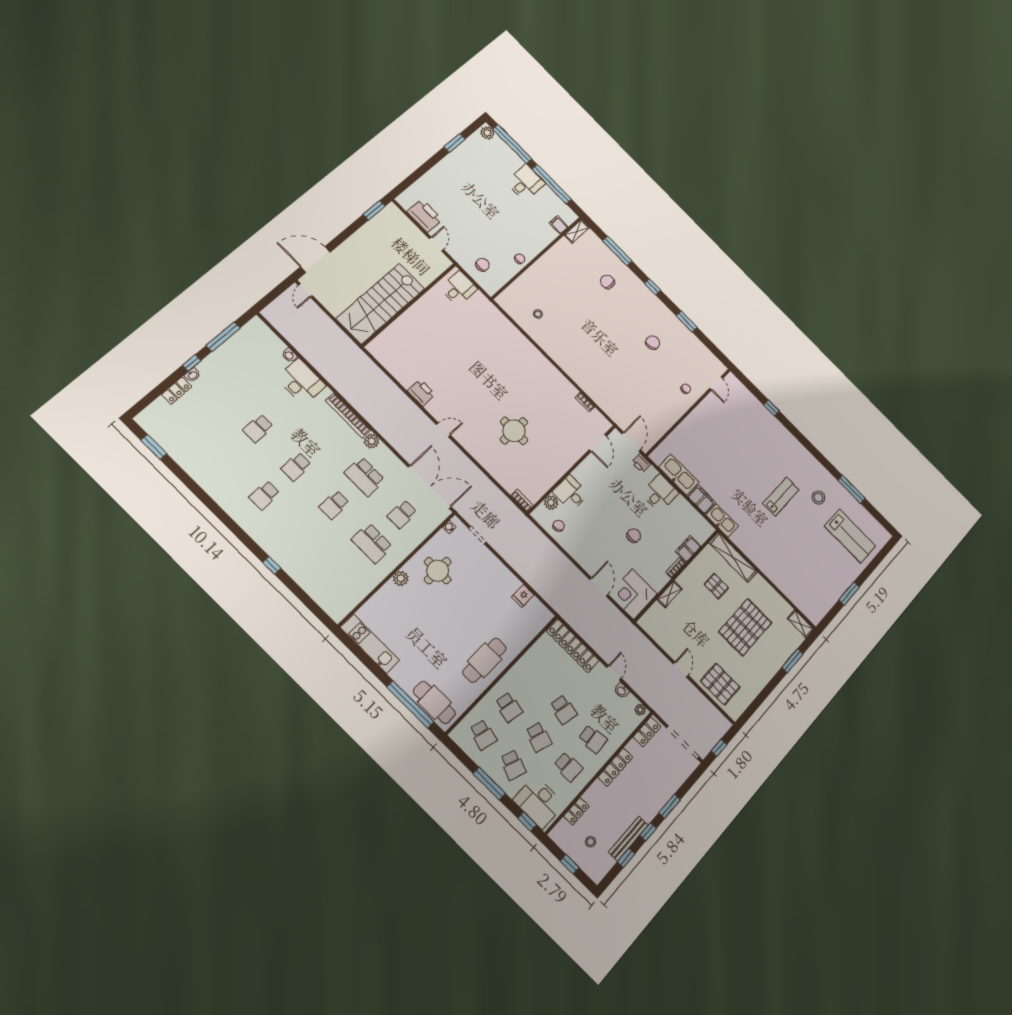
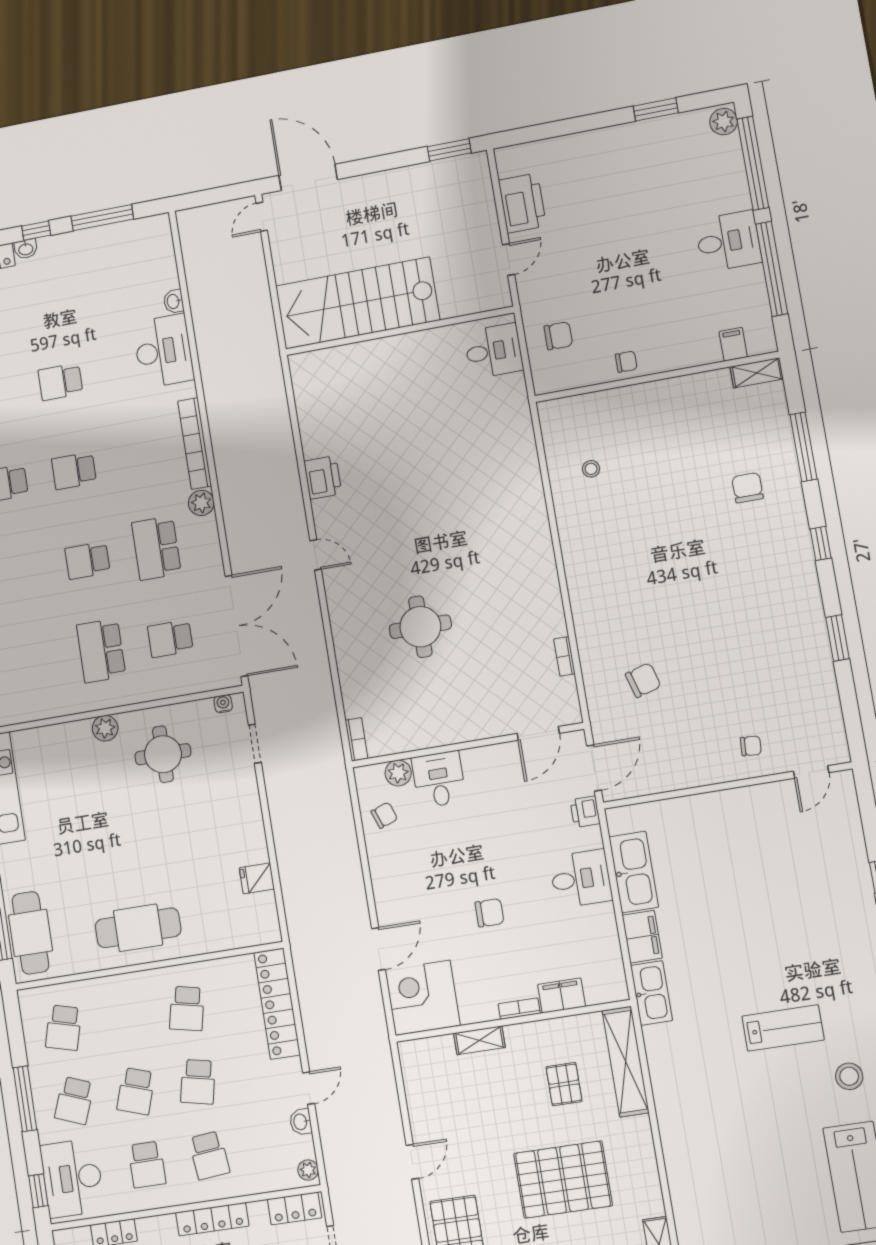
chair: (653, 343) -> (643, 680), moved
school desk: (509, 707) -> (187, 1009), moved

